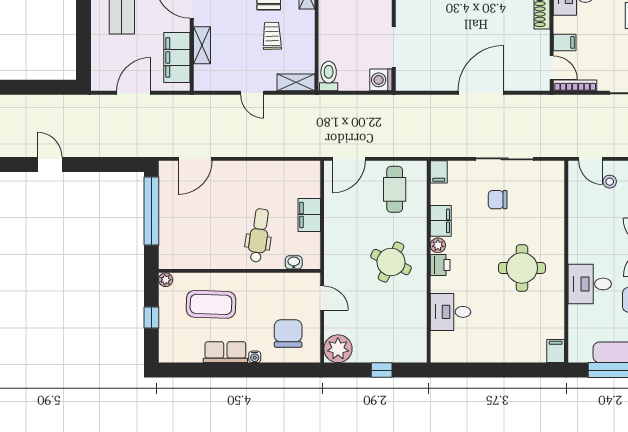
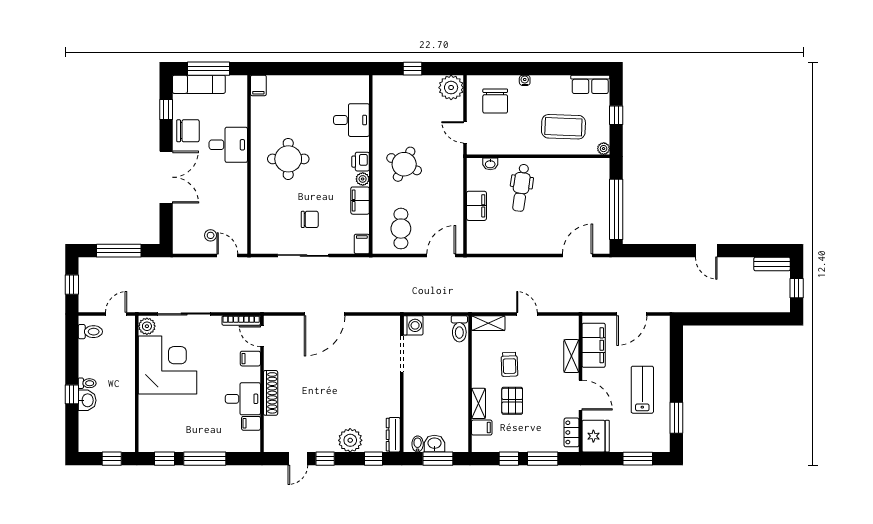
row of seats: (225, 352) -> (590, 84), moved

